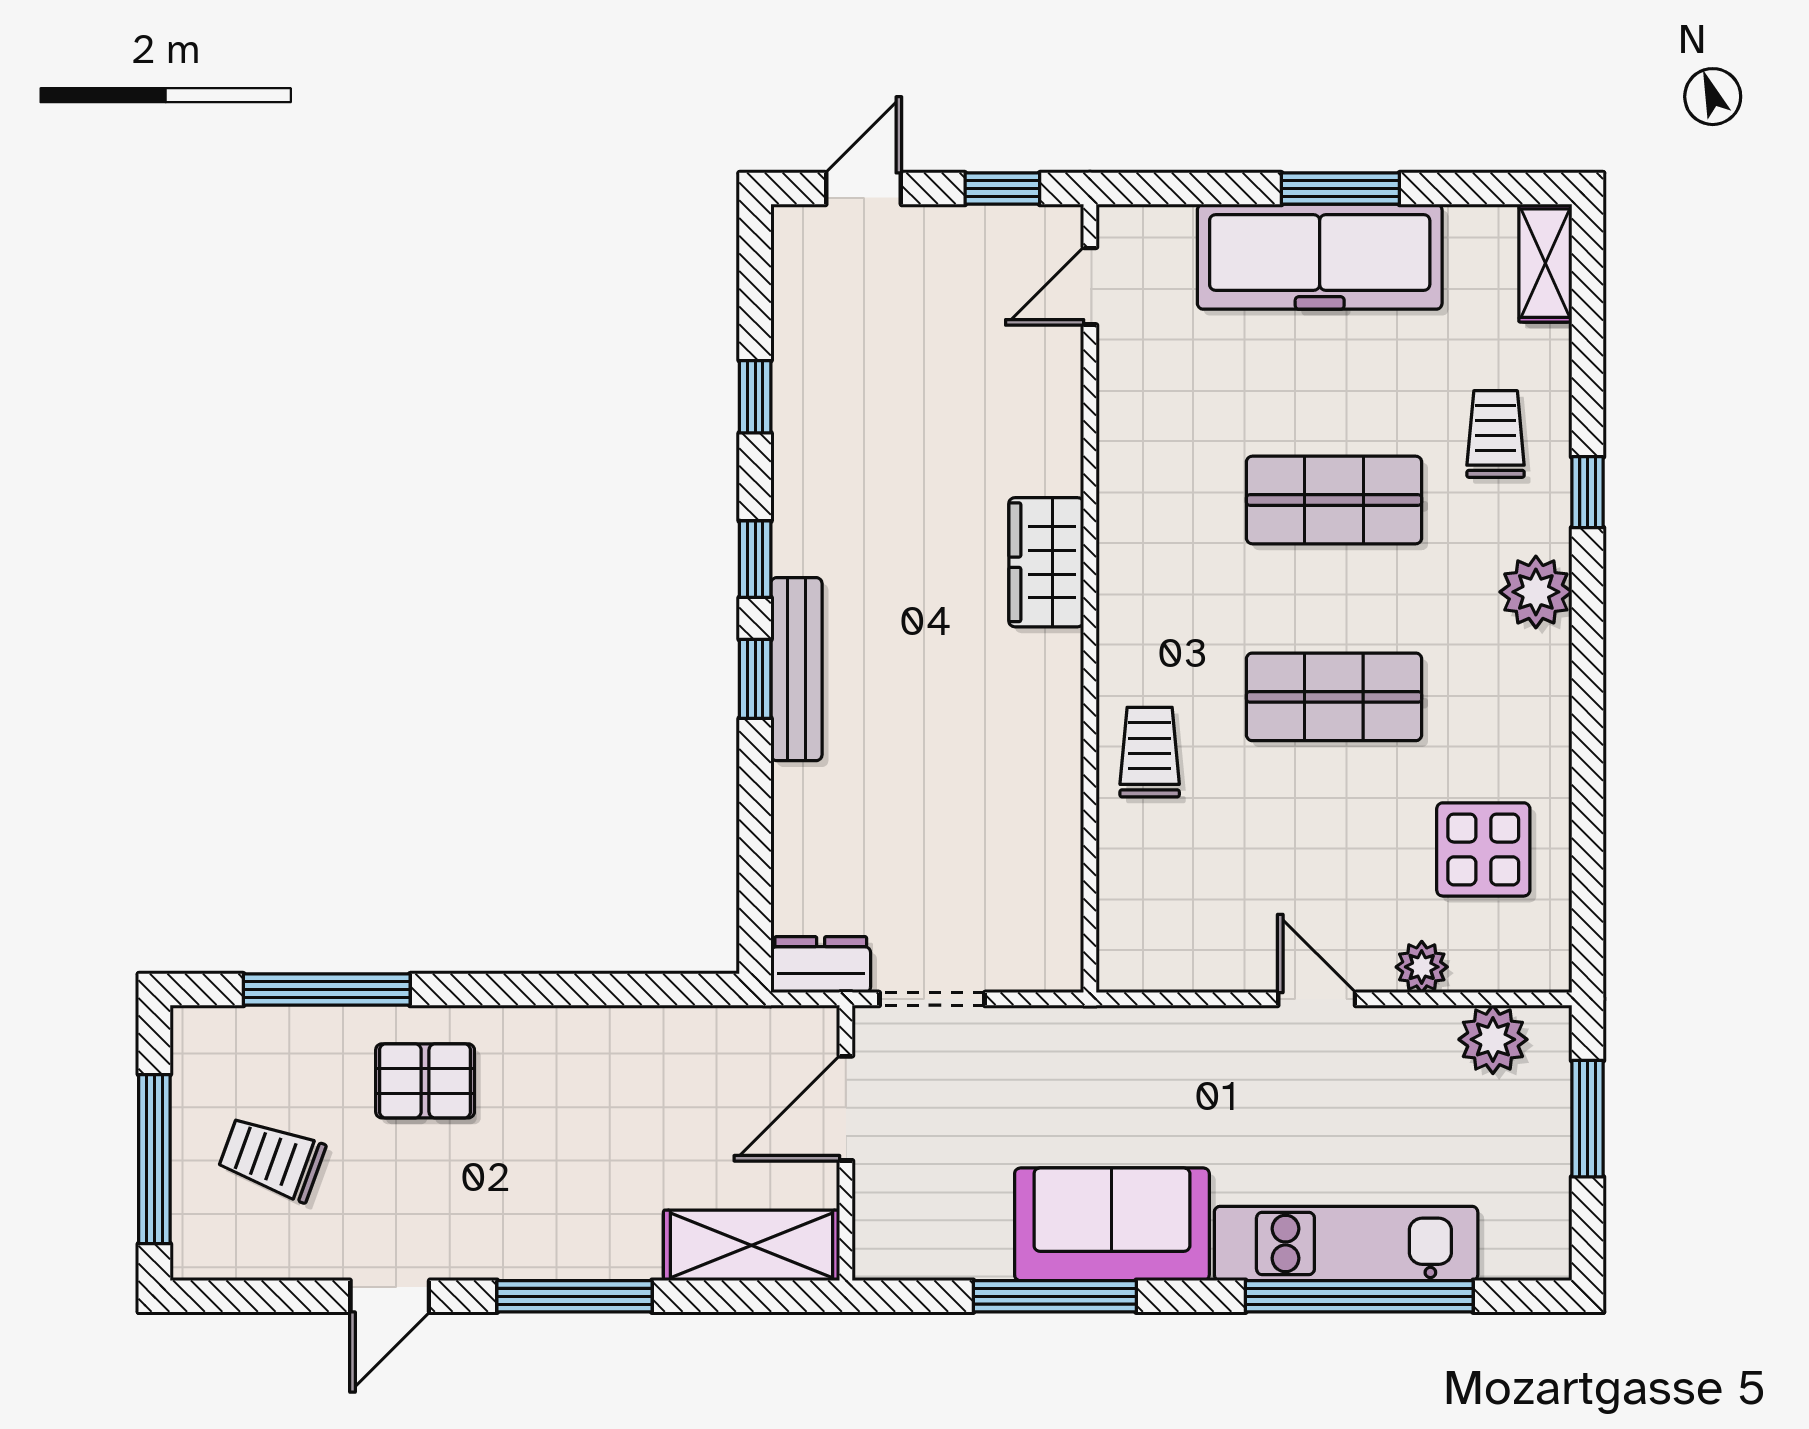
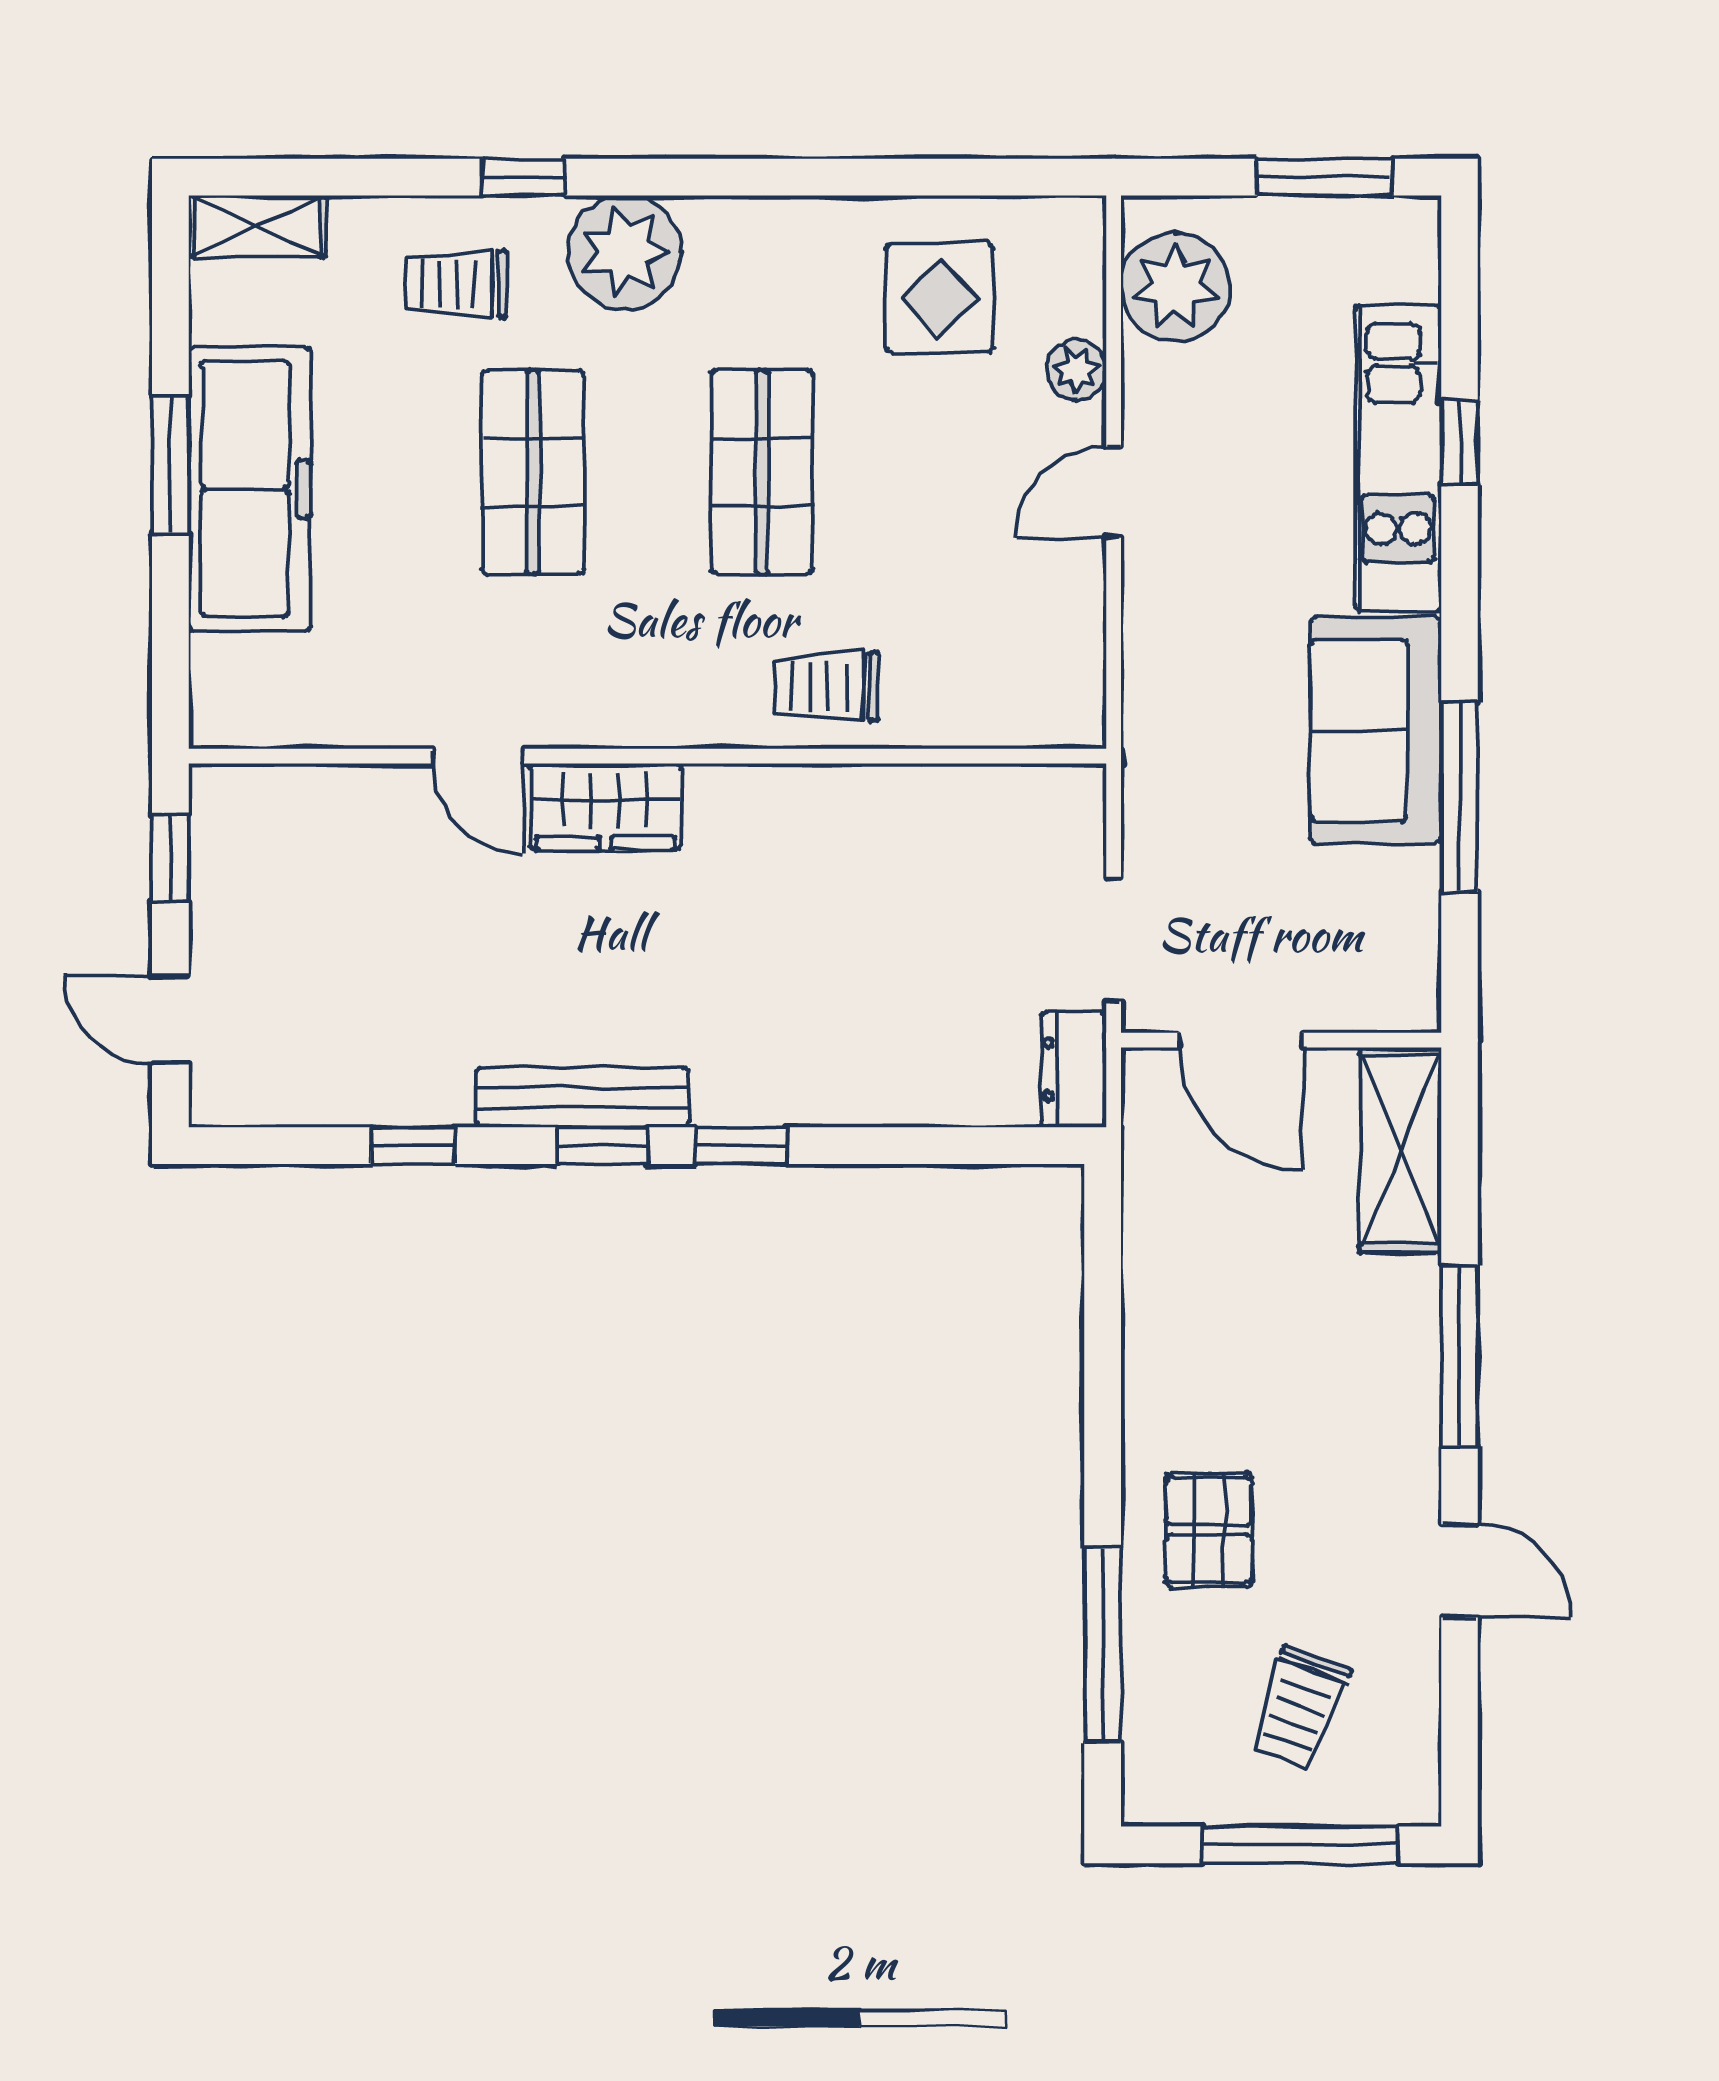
door: (1090, 286) -> (478, 756), moved
plant: (1536, 592) -> (625, 252), width x1.36, depth x1.36
bench: (796, 669) -> (583, 1098), moved
plant: (1493, 1039) -> (1175, 287), width x1.36, depth x1.36
window: (1587, 1119) -> (1324, 177), moved
window: (1359, 1296) -> (1460, 443), width x0.32

